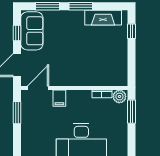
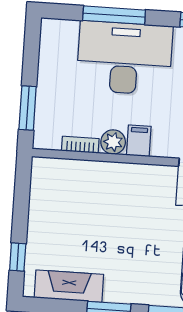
plant: (119, 96) -> (113, 142), moved
filing cabinet: (59, 98) -> (139, 141), moved

